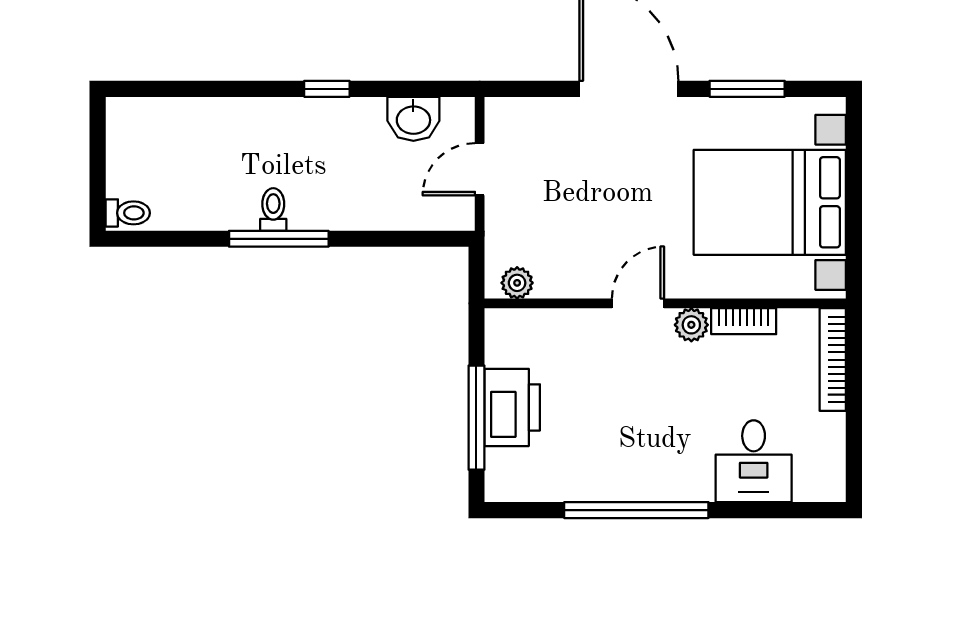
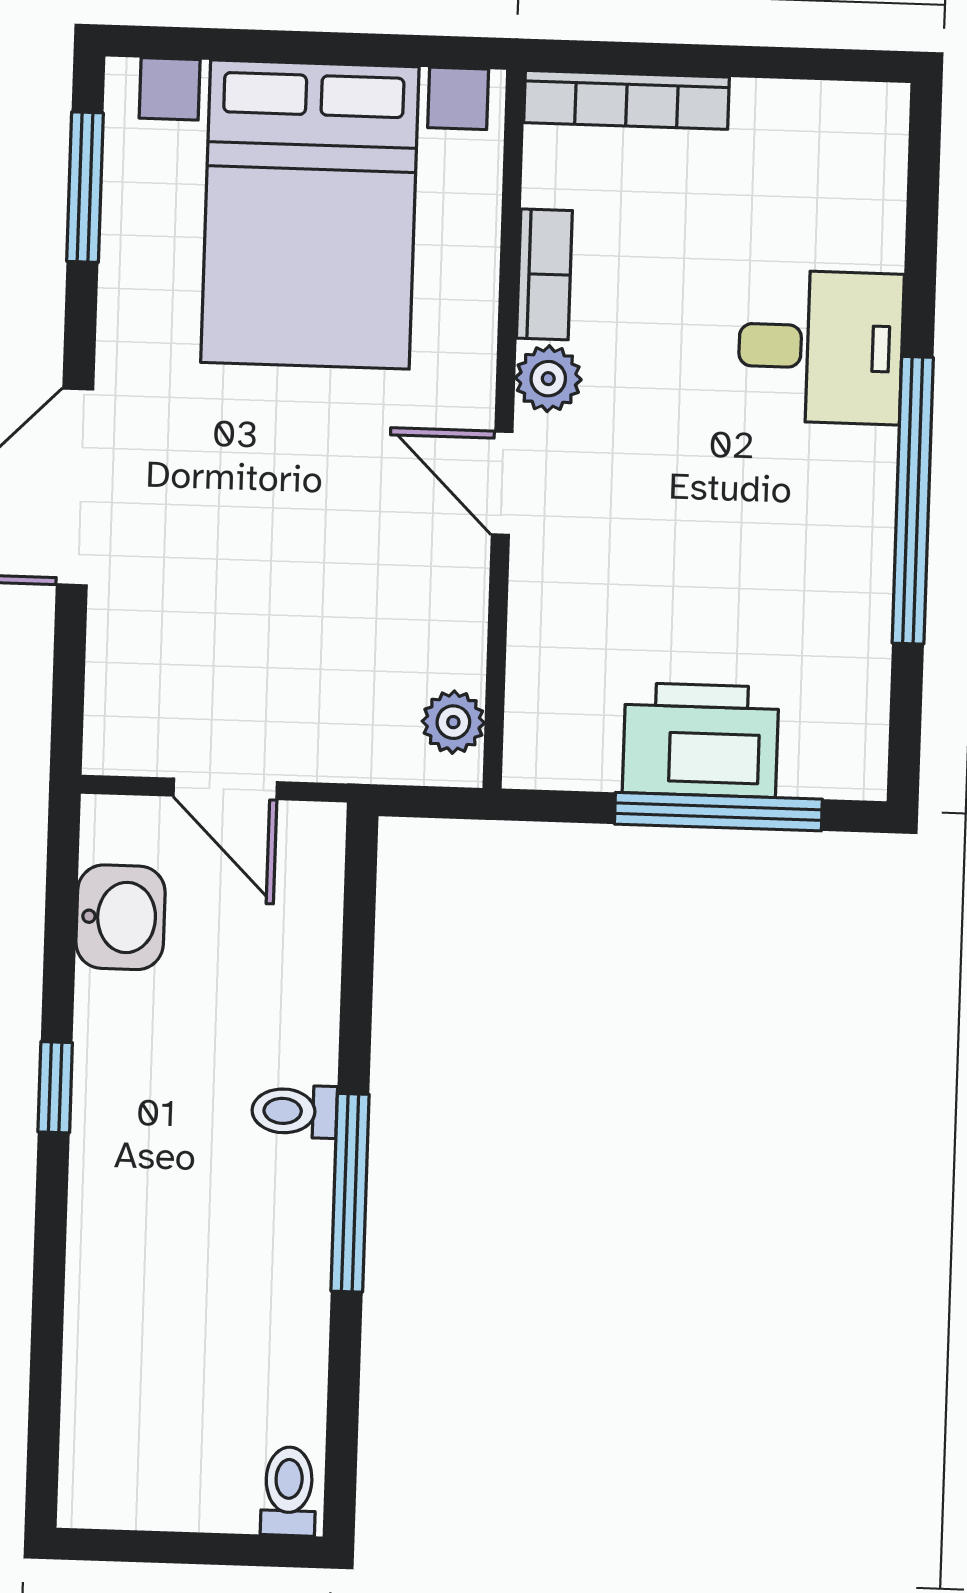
window: (747, 89) -> (85, 187), moved
toilet: (273, 209) -> (294, 1111), moved
desk: (754, 461) -> (821, 347), moved

